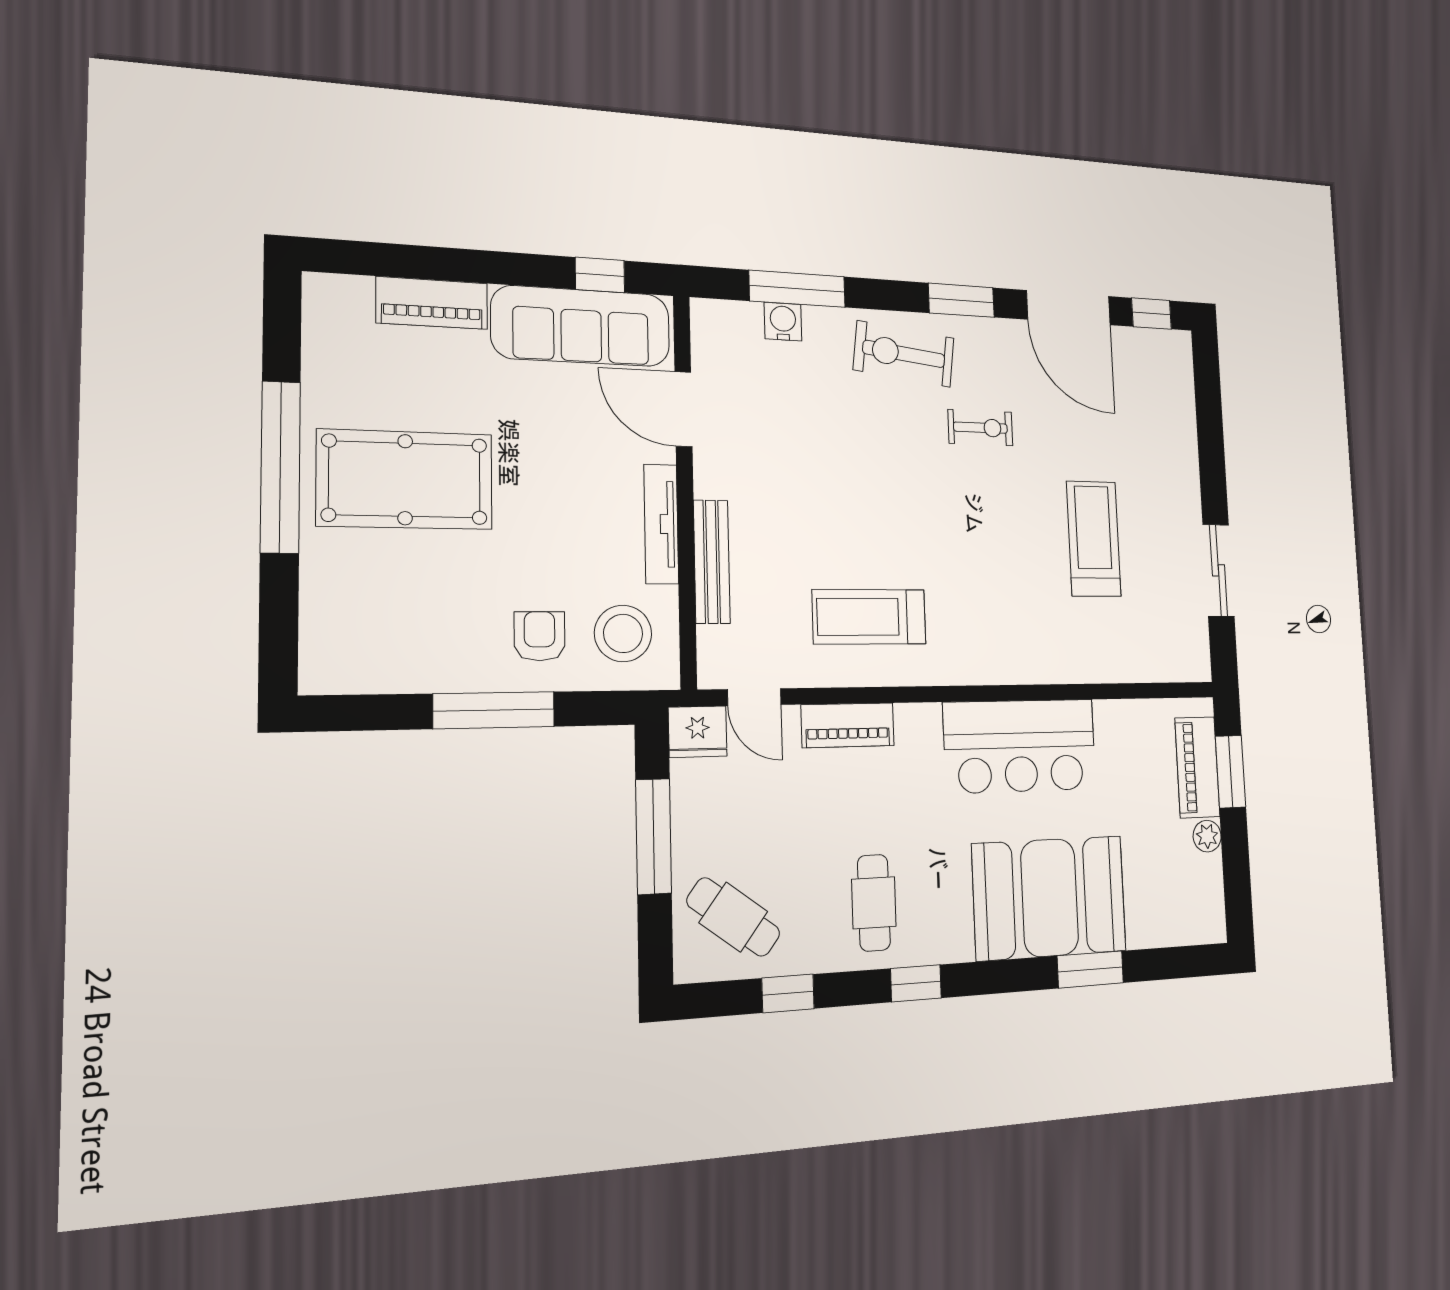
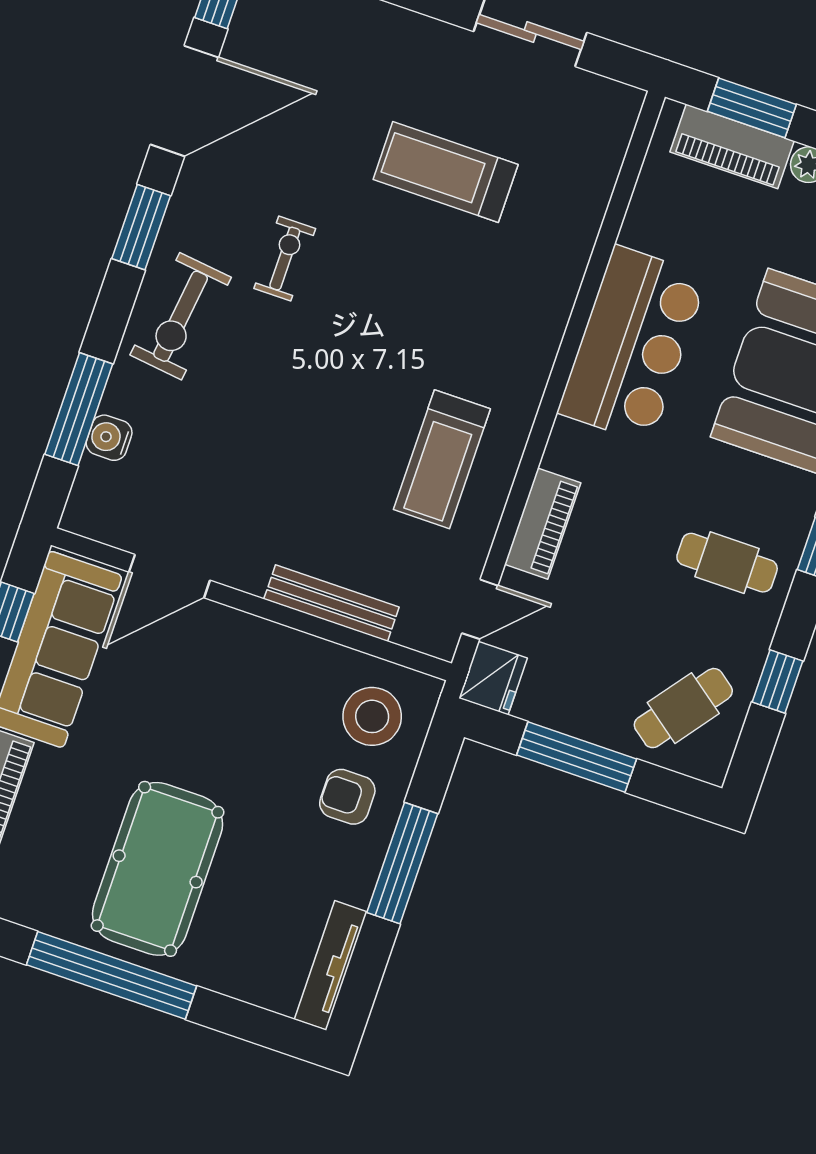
tv unit: (661, 524) -> (331, 965), moved, turned 90

